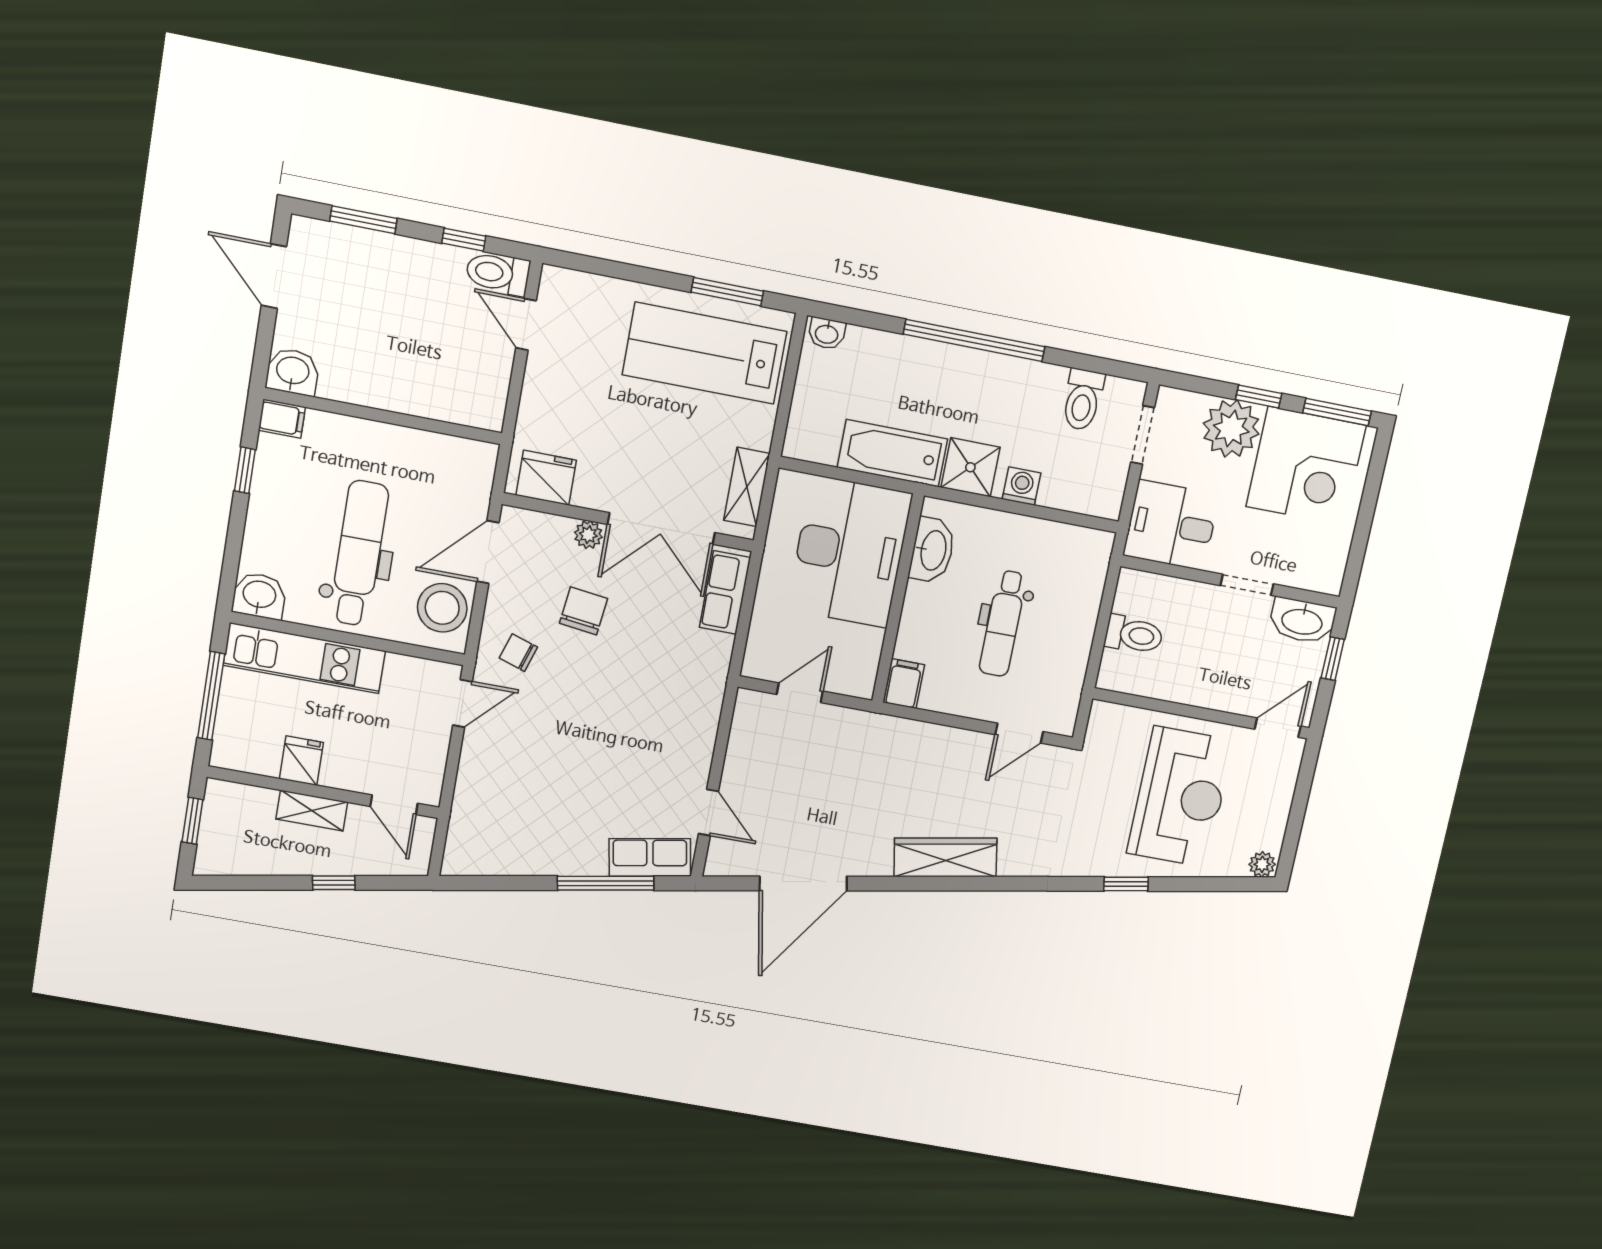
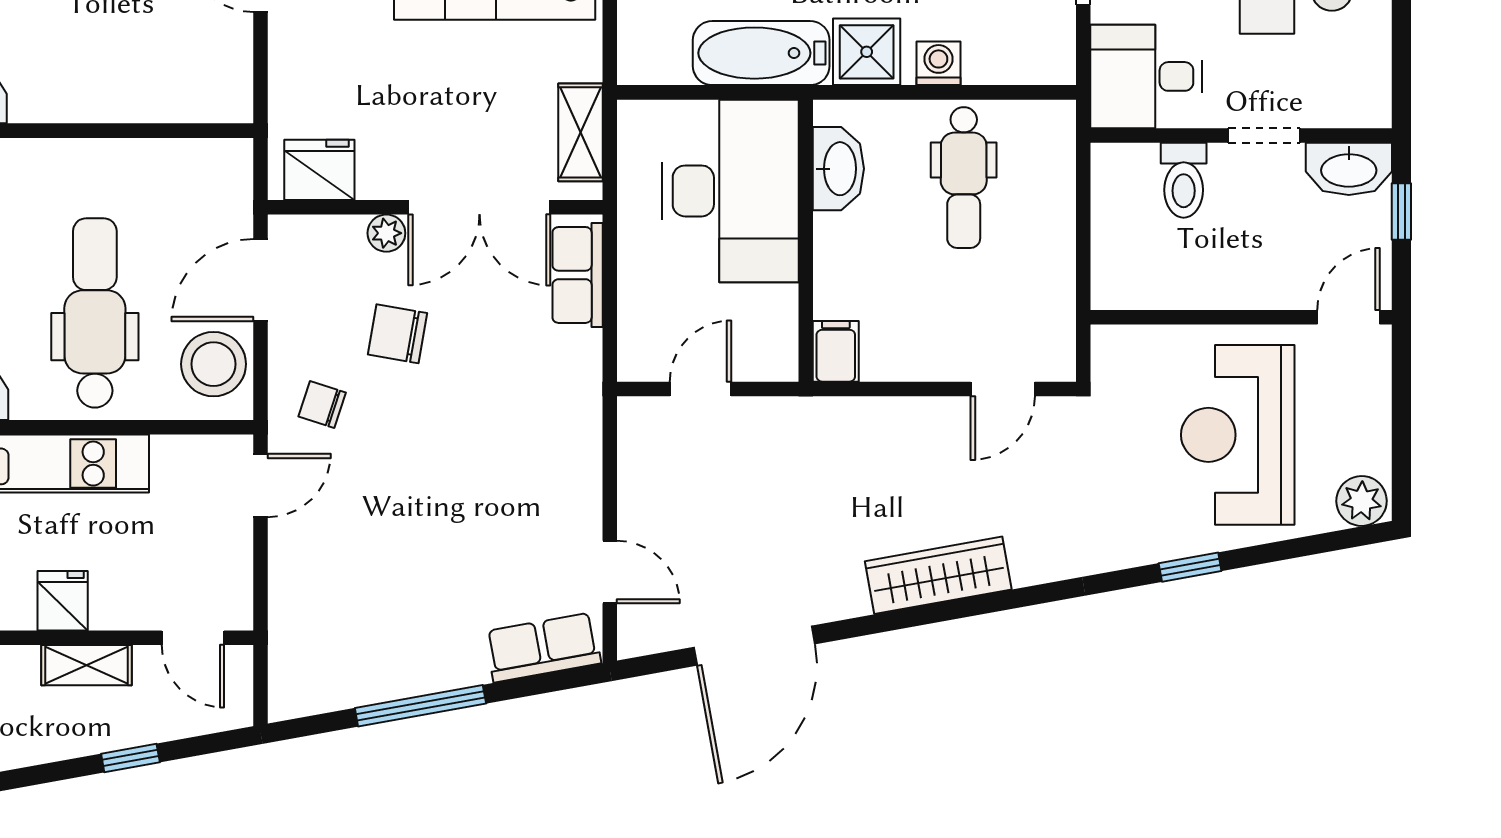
chair: (584, 611) -> (397, 334), turned -87
dental chair: (1003, 623) -> (964, 178), moved
toilet: (1134, 635) -> (1184, 180), moved, turned 90
reception desk: (1180, 797) -> (1238, 435), turned 180
plant: (1262, 864) -> (1362, 501), width x1.38, depth x1.38
window: (606, 883) -> (420, 706), moved

